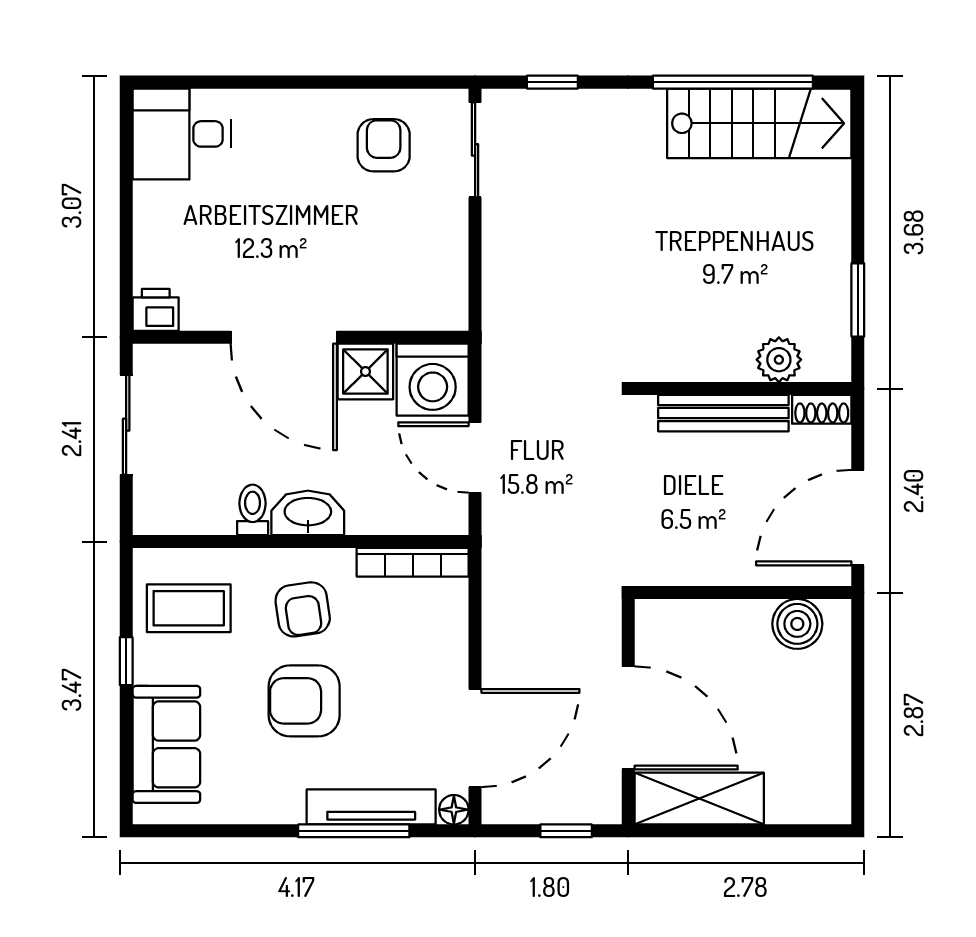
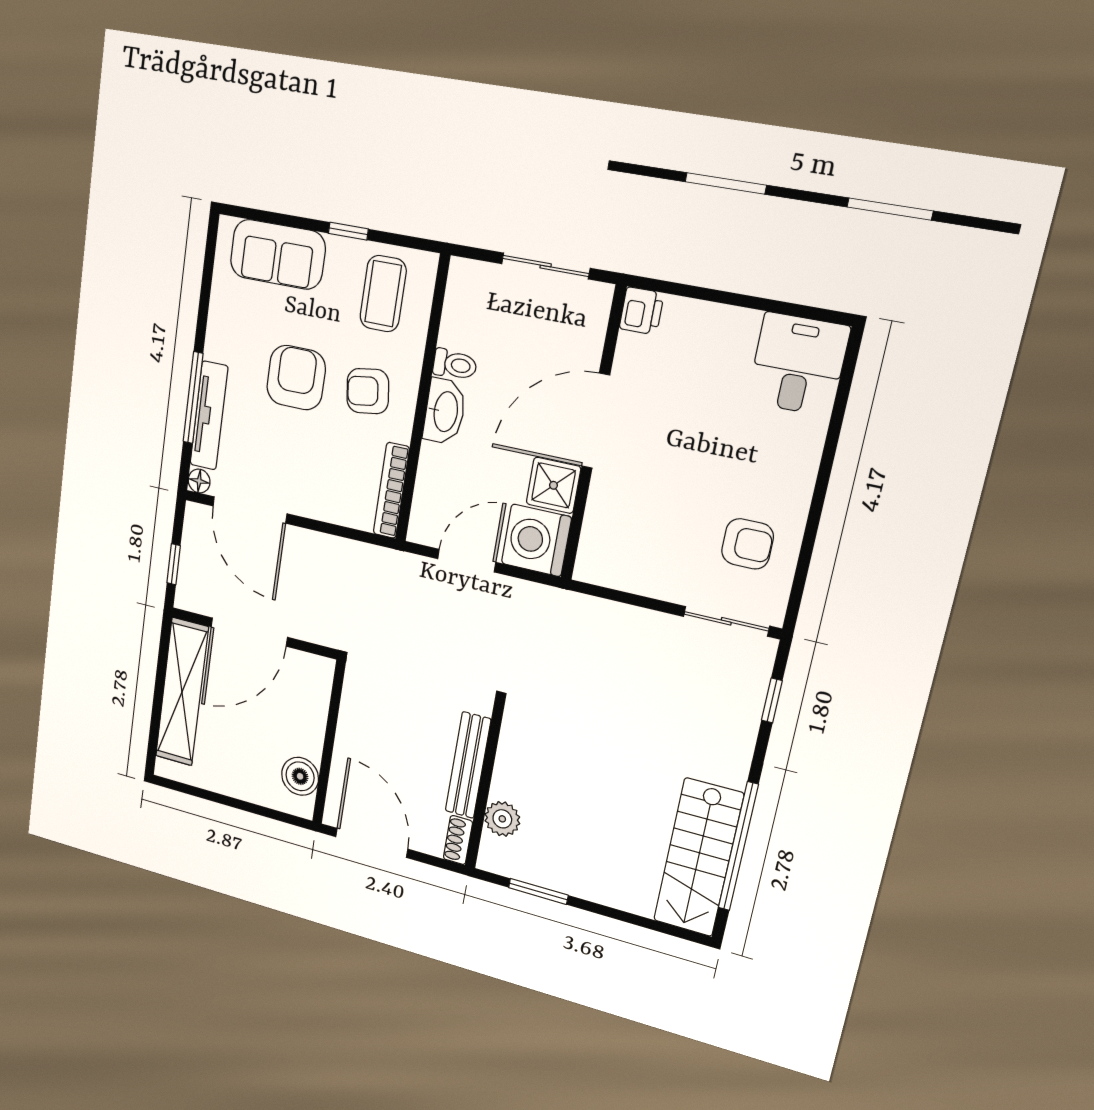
shelving: (699, 799) -> (182, 692), width x1.47

